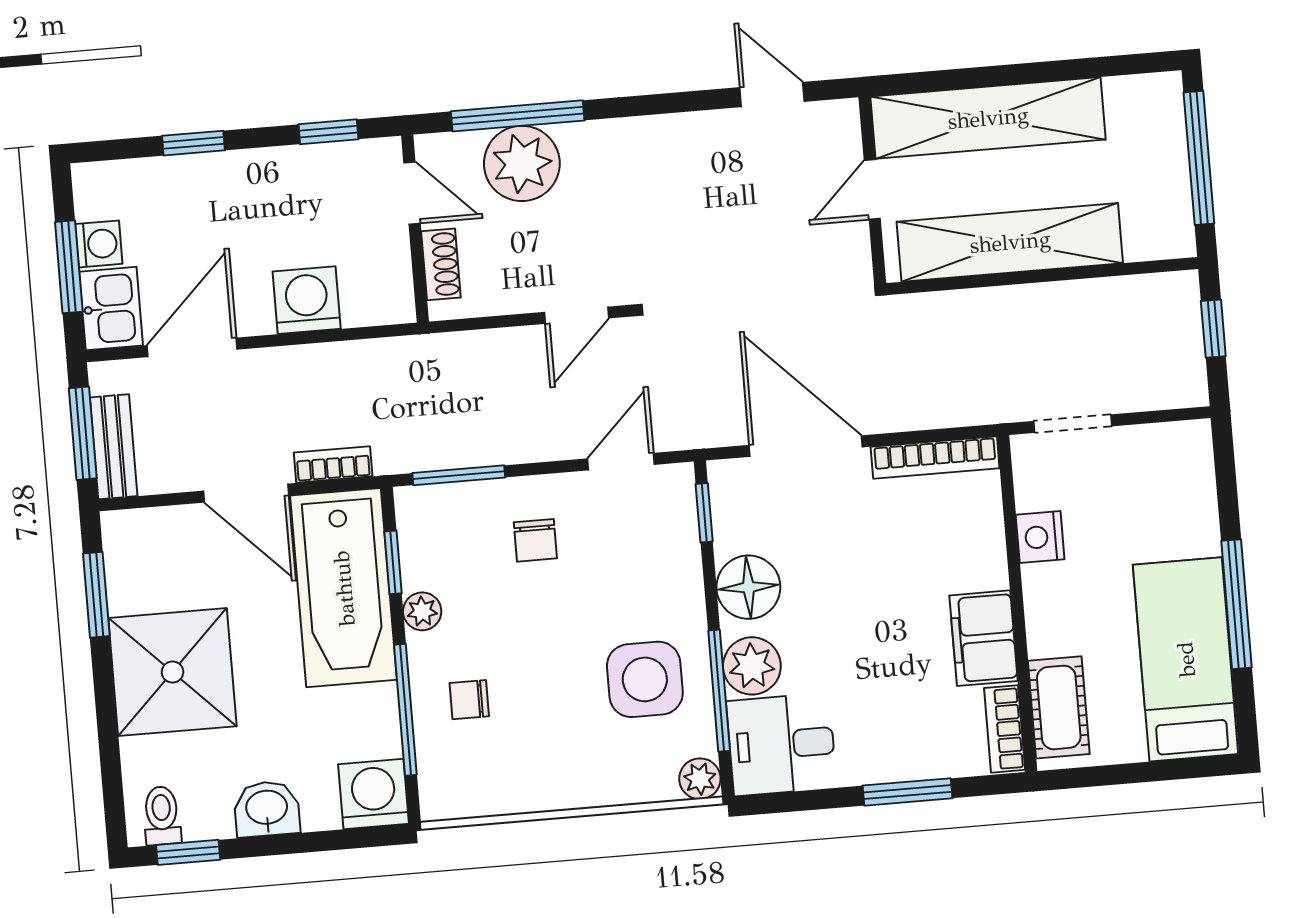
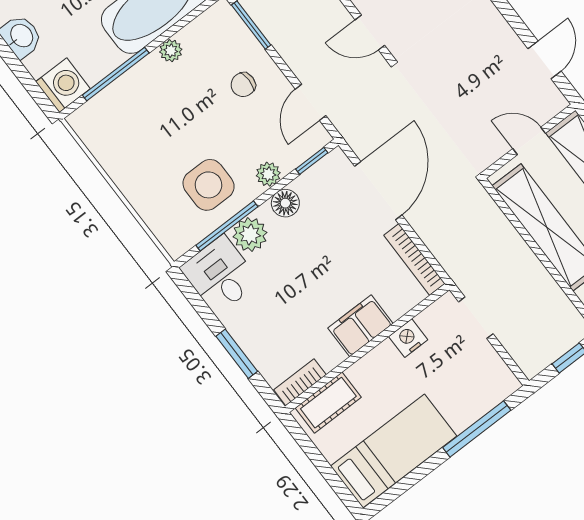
door: (621, 462) -> (311, 102), swing flipped
window: (393, 562) -> (186, 20), removed
floor lamp: (748, 587) -> (285, 203), width x0.73, depth x0.73
window: (1236, 604) -> (477, 429), moved
filing cabinet: (984, 638) -> (360, 326), moved
chair: (469, 700) -> (142, 103), removed
plant: (700, 779) -> (268, 174), moved

